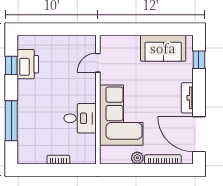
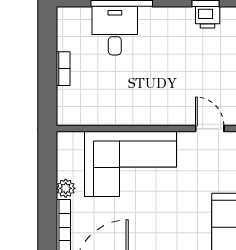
printer: (28, 64) -> (208, 17), width x0.53, depth x0.68
desk: (80, 118) -> (115, 31), moved, turned 180

